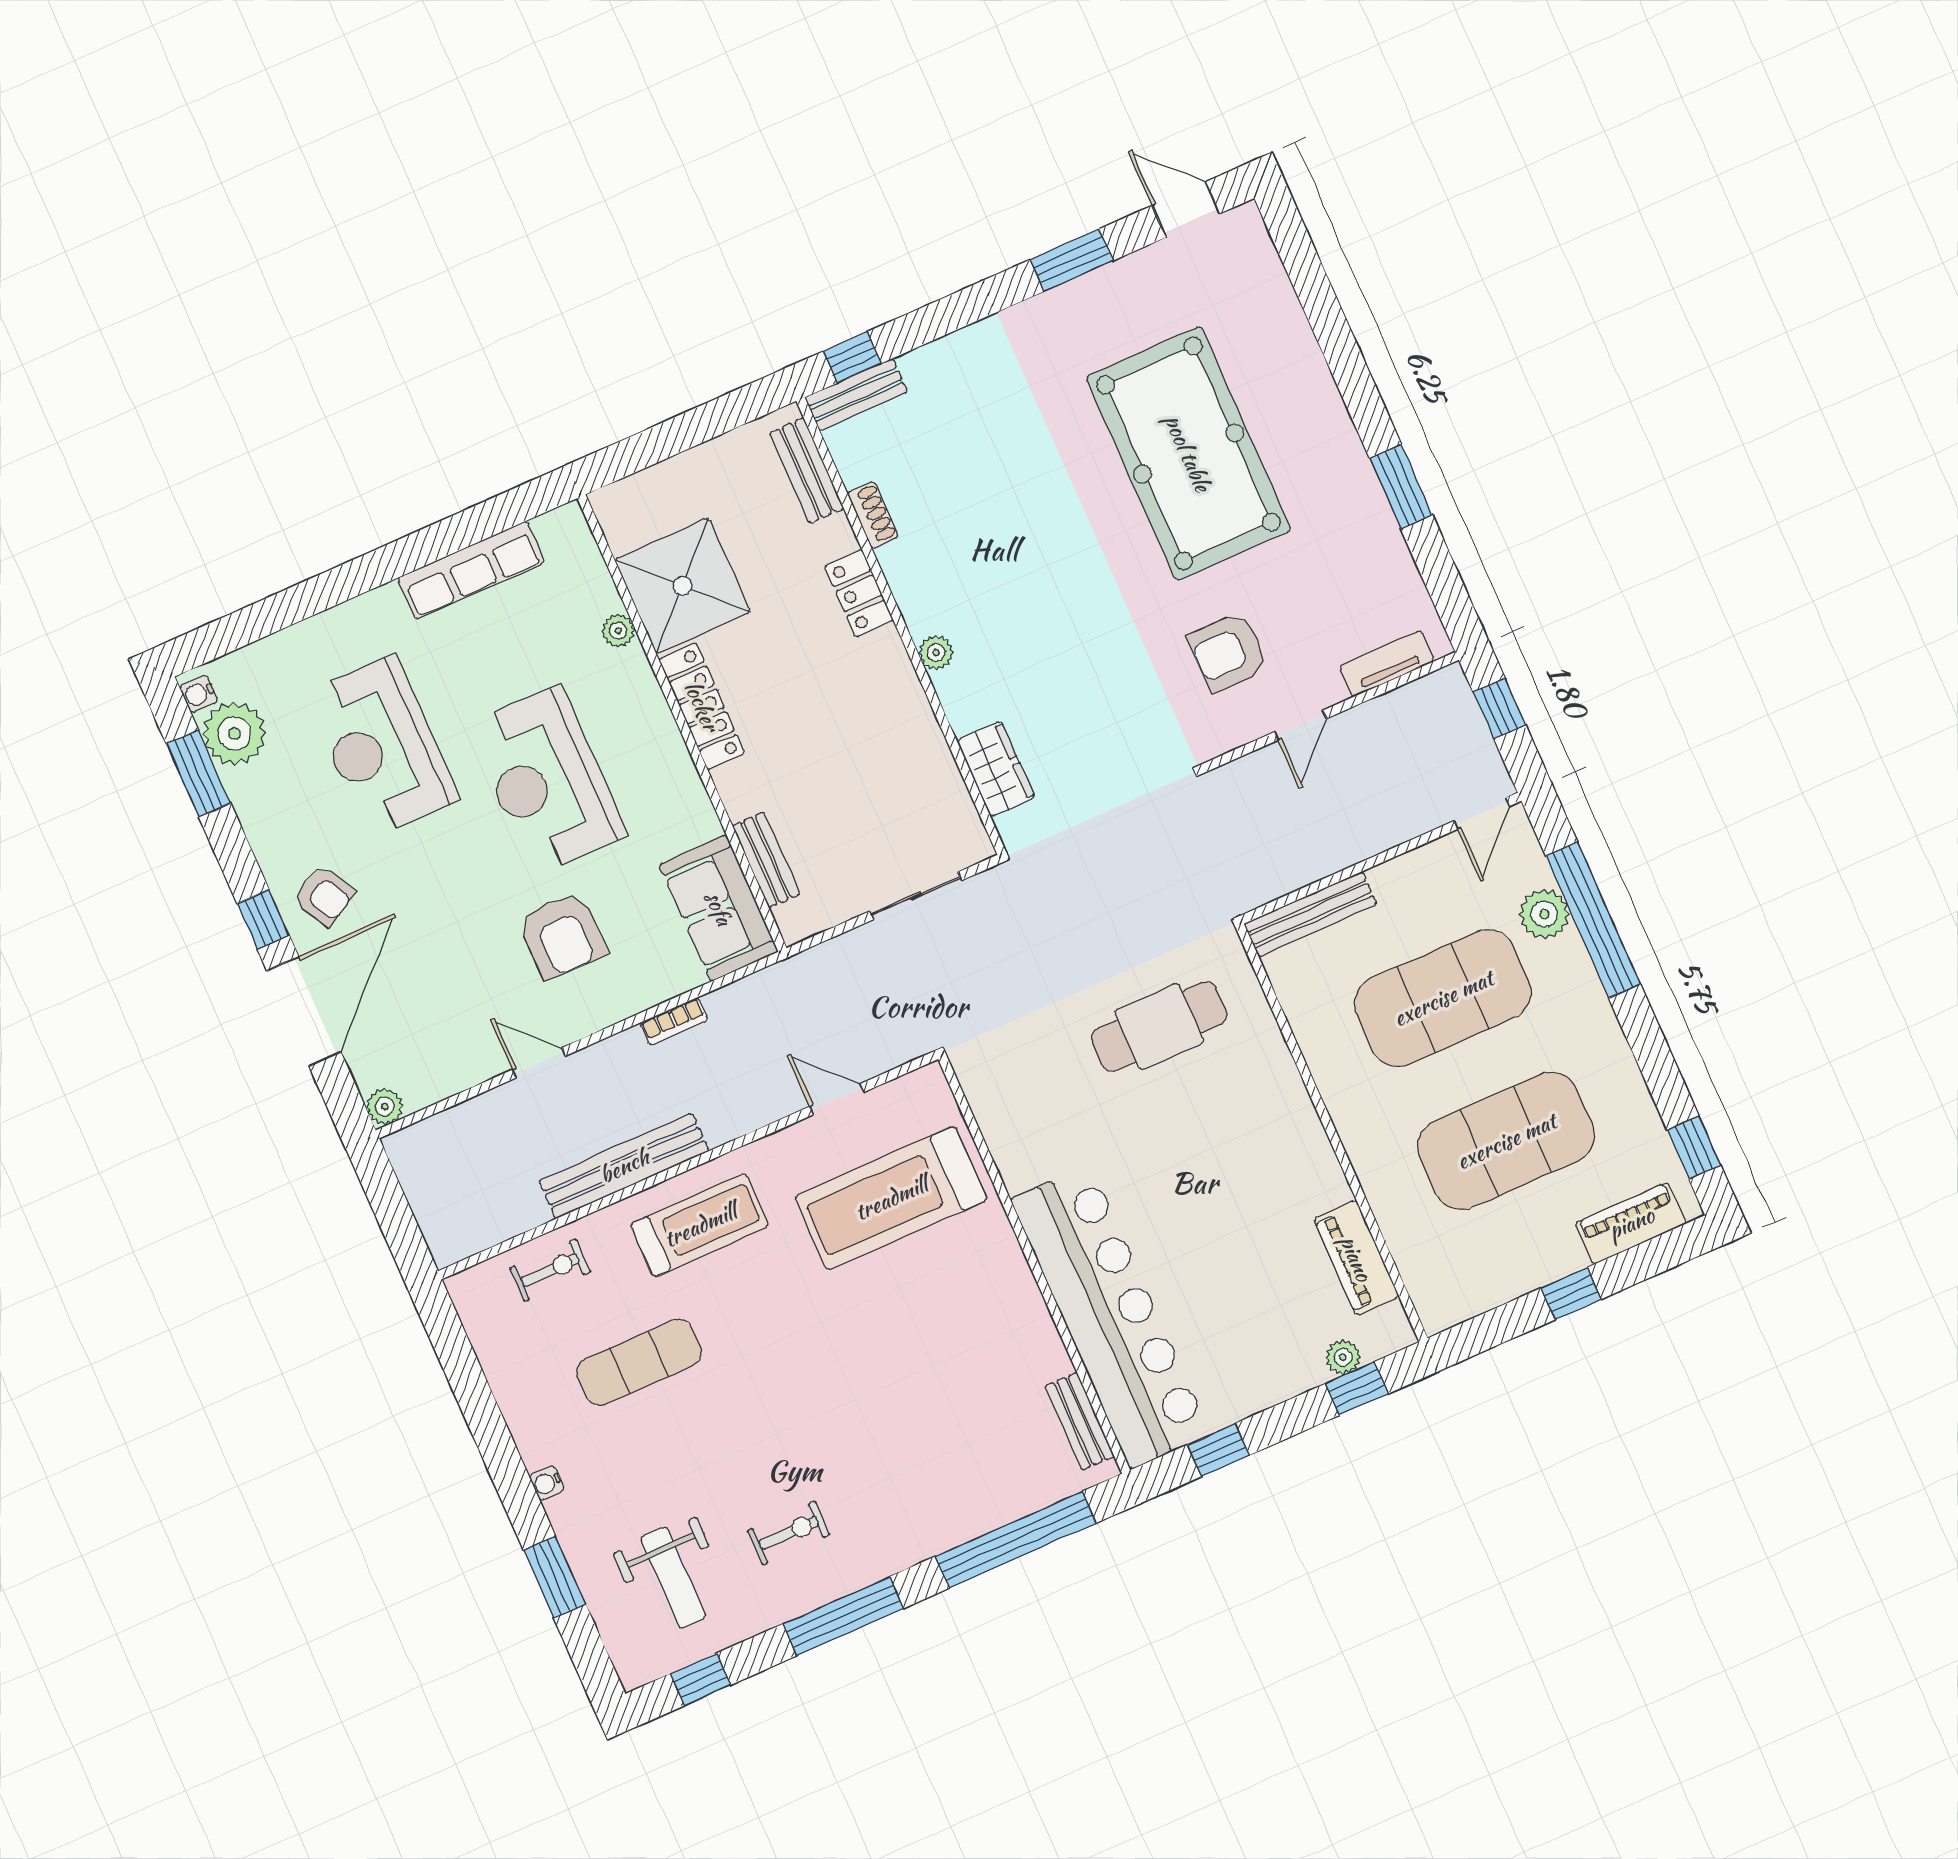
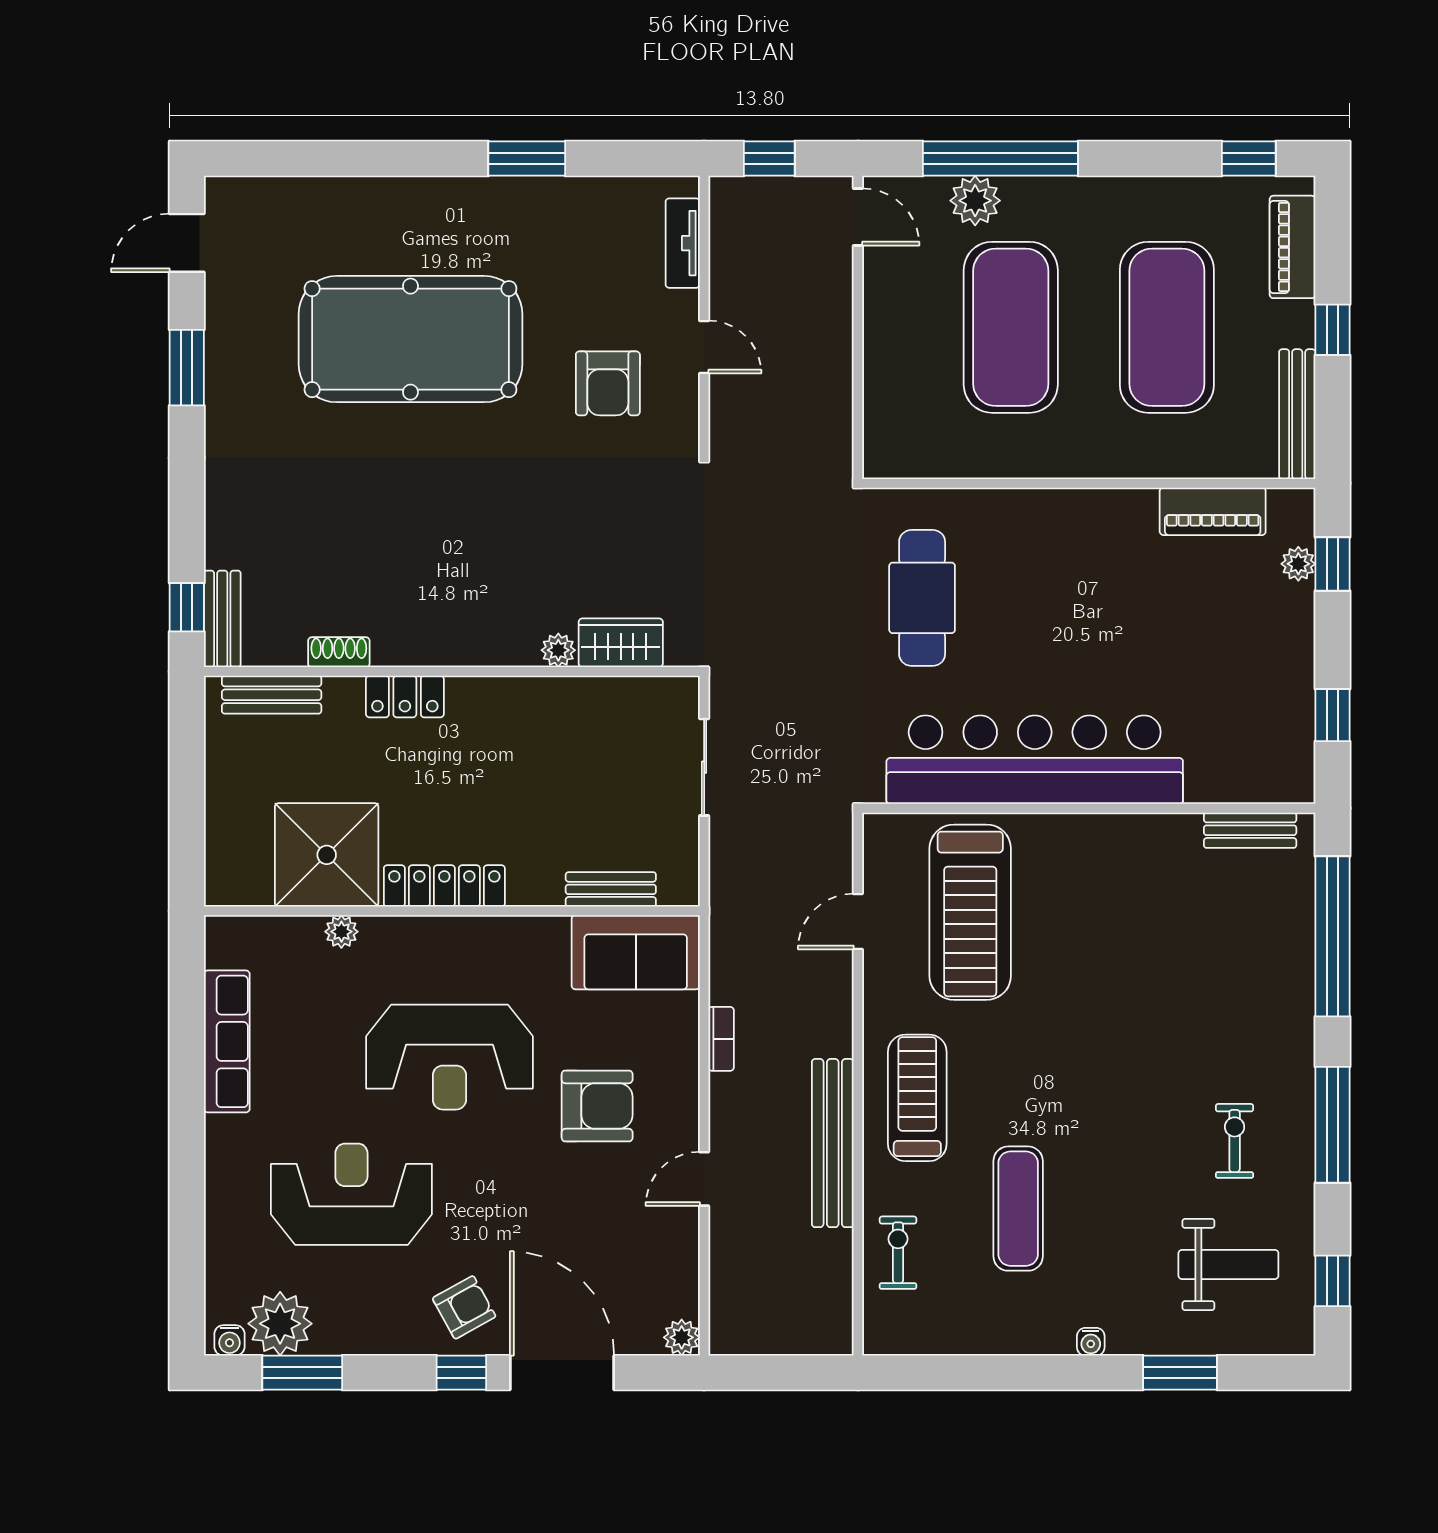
plant: (936, 653) -> (558, 650), moved
reception desk: (382, 746) -> (351, 1194), turned 180
bench: (1310, 914) -> (1297, 414), moved
bar counter: (1110, 1317) -> (1035, 760), moved

